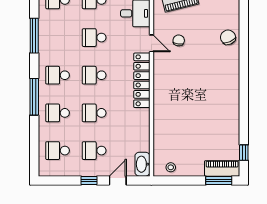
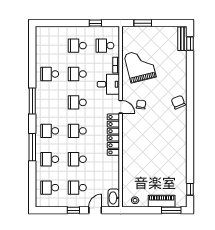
piano: (222, 168) -> (162, 201), moved

